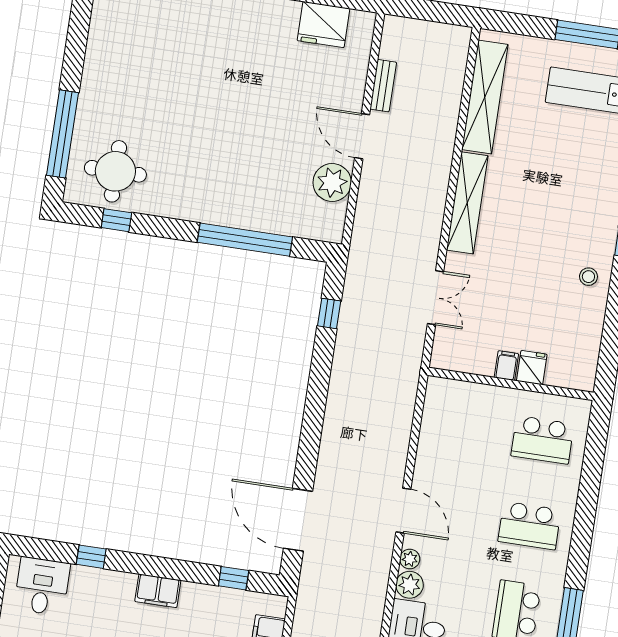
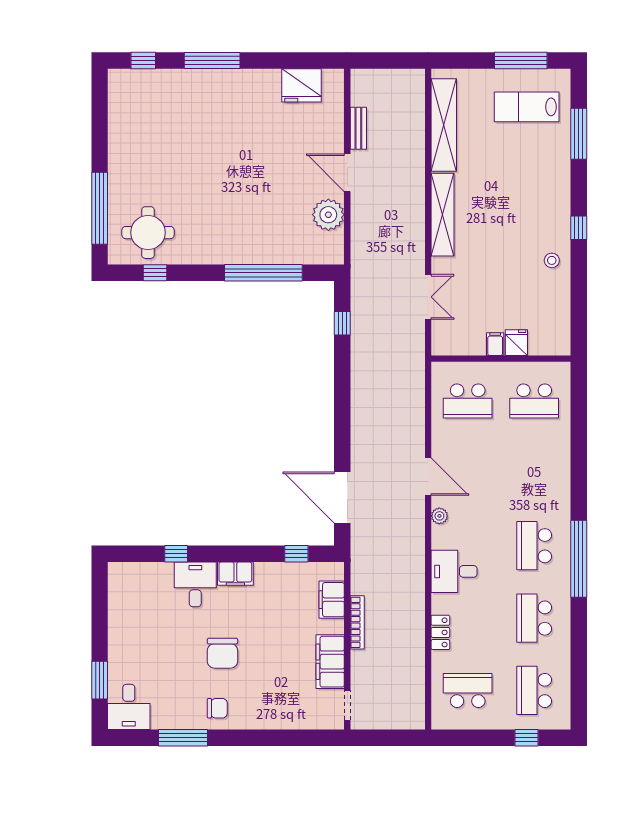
school desk: (529, 526) -> (468, 401), moved
plant: (410, 585) -> (443, 537), removed
desk: (42, 586) -> (195, 584), moved

